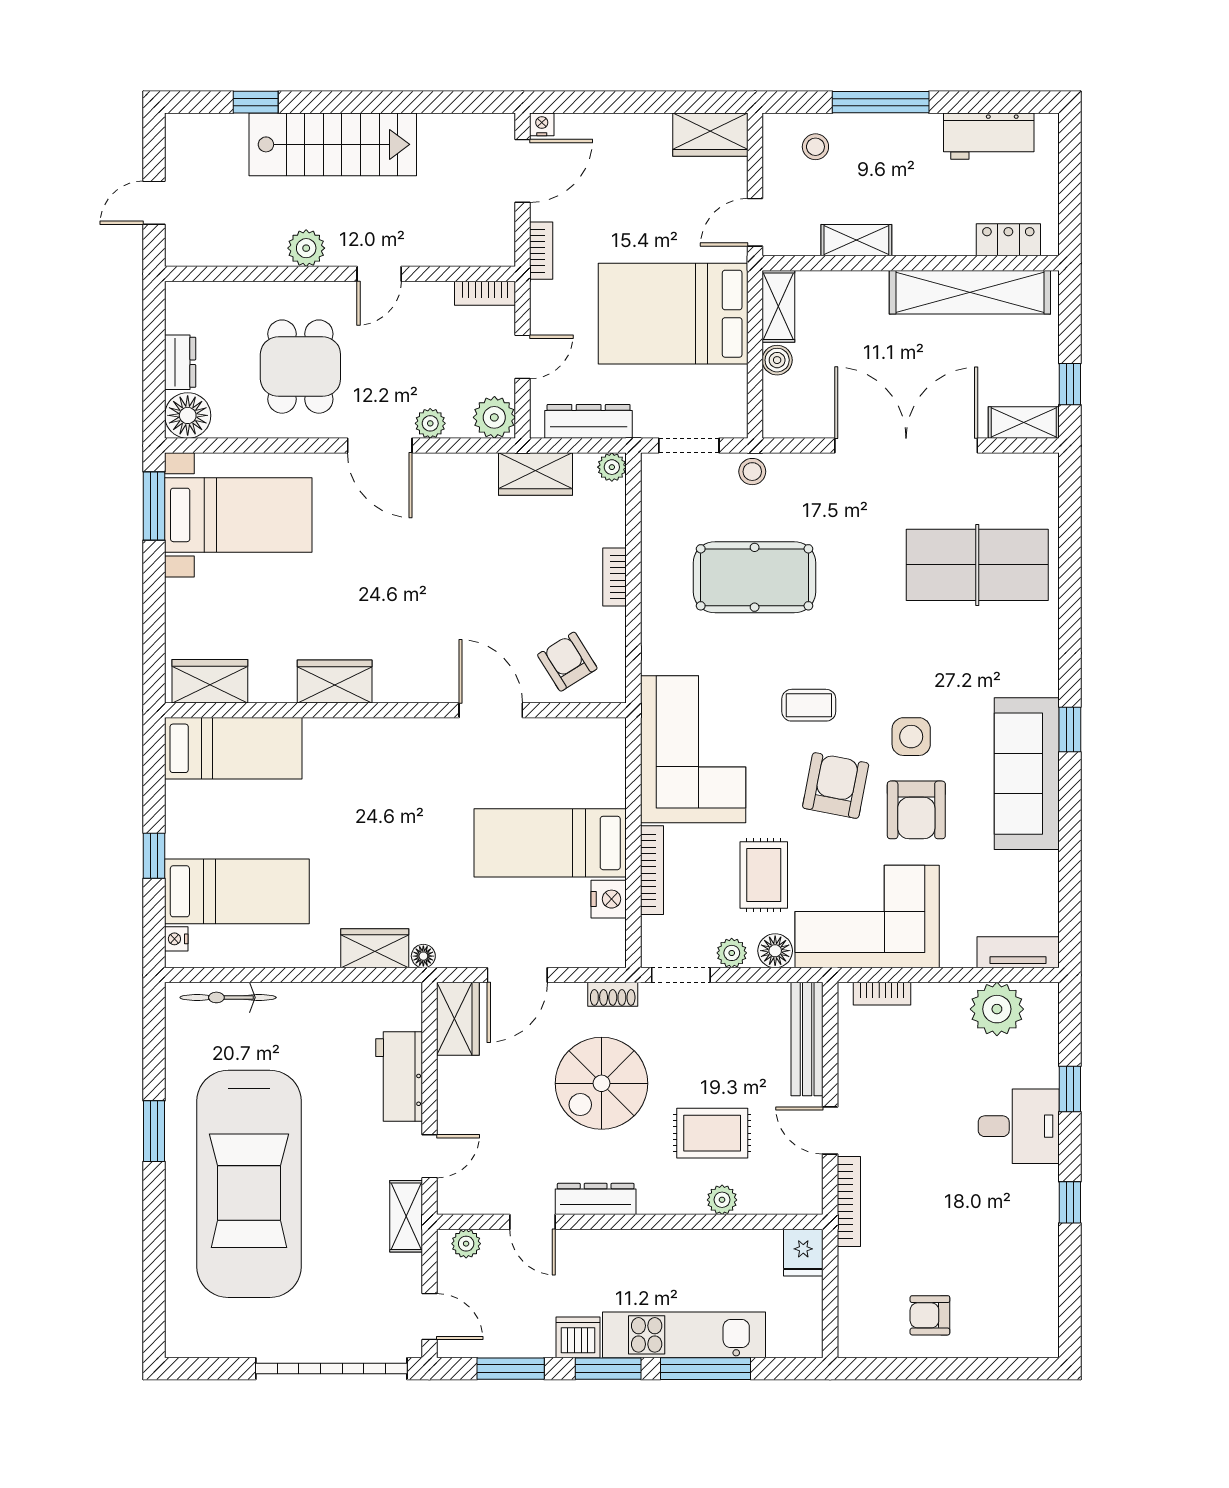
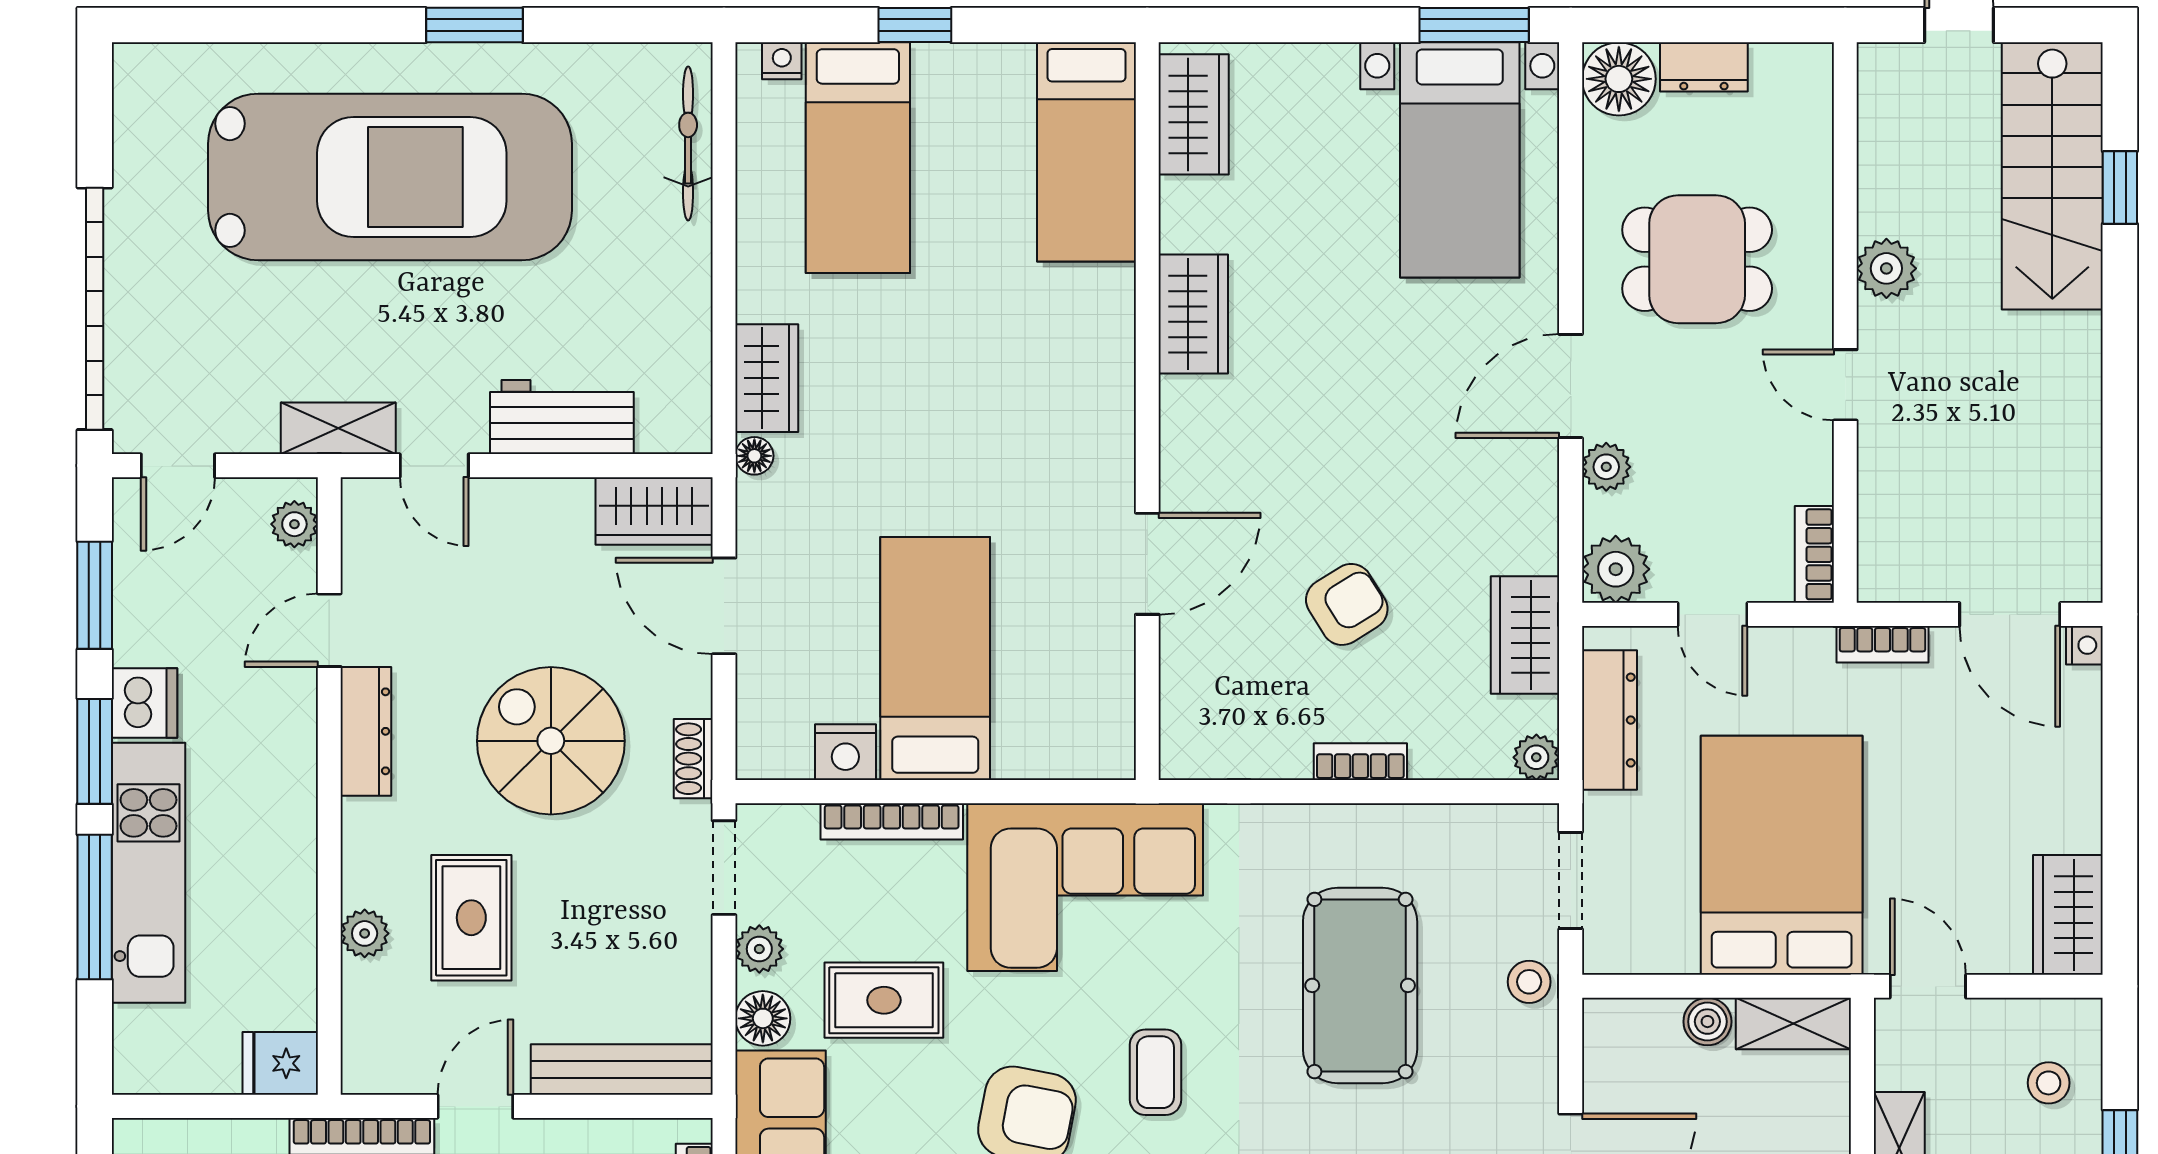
stairs: (333, 144) -> (2052, 176), moved
armchair: (567, 662) -> (1347, 604), moved
car: (249, 1184) -> (390, 177), turned 180

